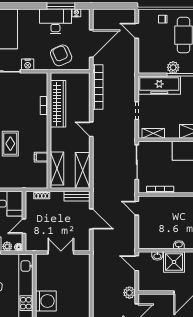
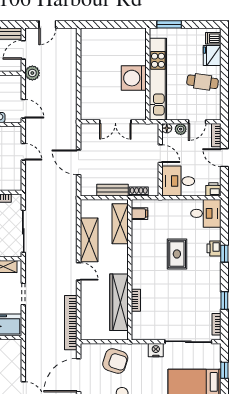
armchair: (61, 55) -> (115, 361), turned -48
filing cabinet: (41, 157) -> (140, 214), moved
shelving: (83, 170) -> (89, 240), moved
bench: (77, 196) -> (112, 190), moved
door: (137, 208) -> (23, 152), moved
door: (24, 226) -> (160, 154), hinge flipped
washing machine: (46, 301) -> (134, 78), moved

